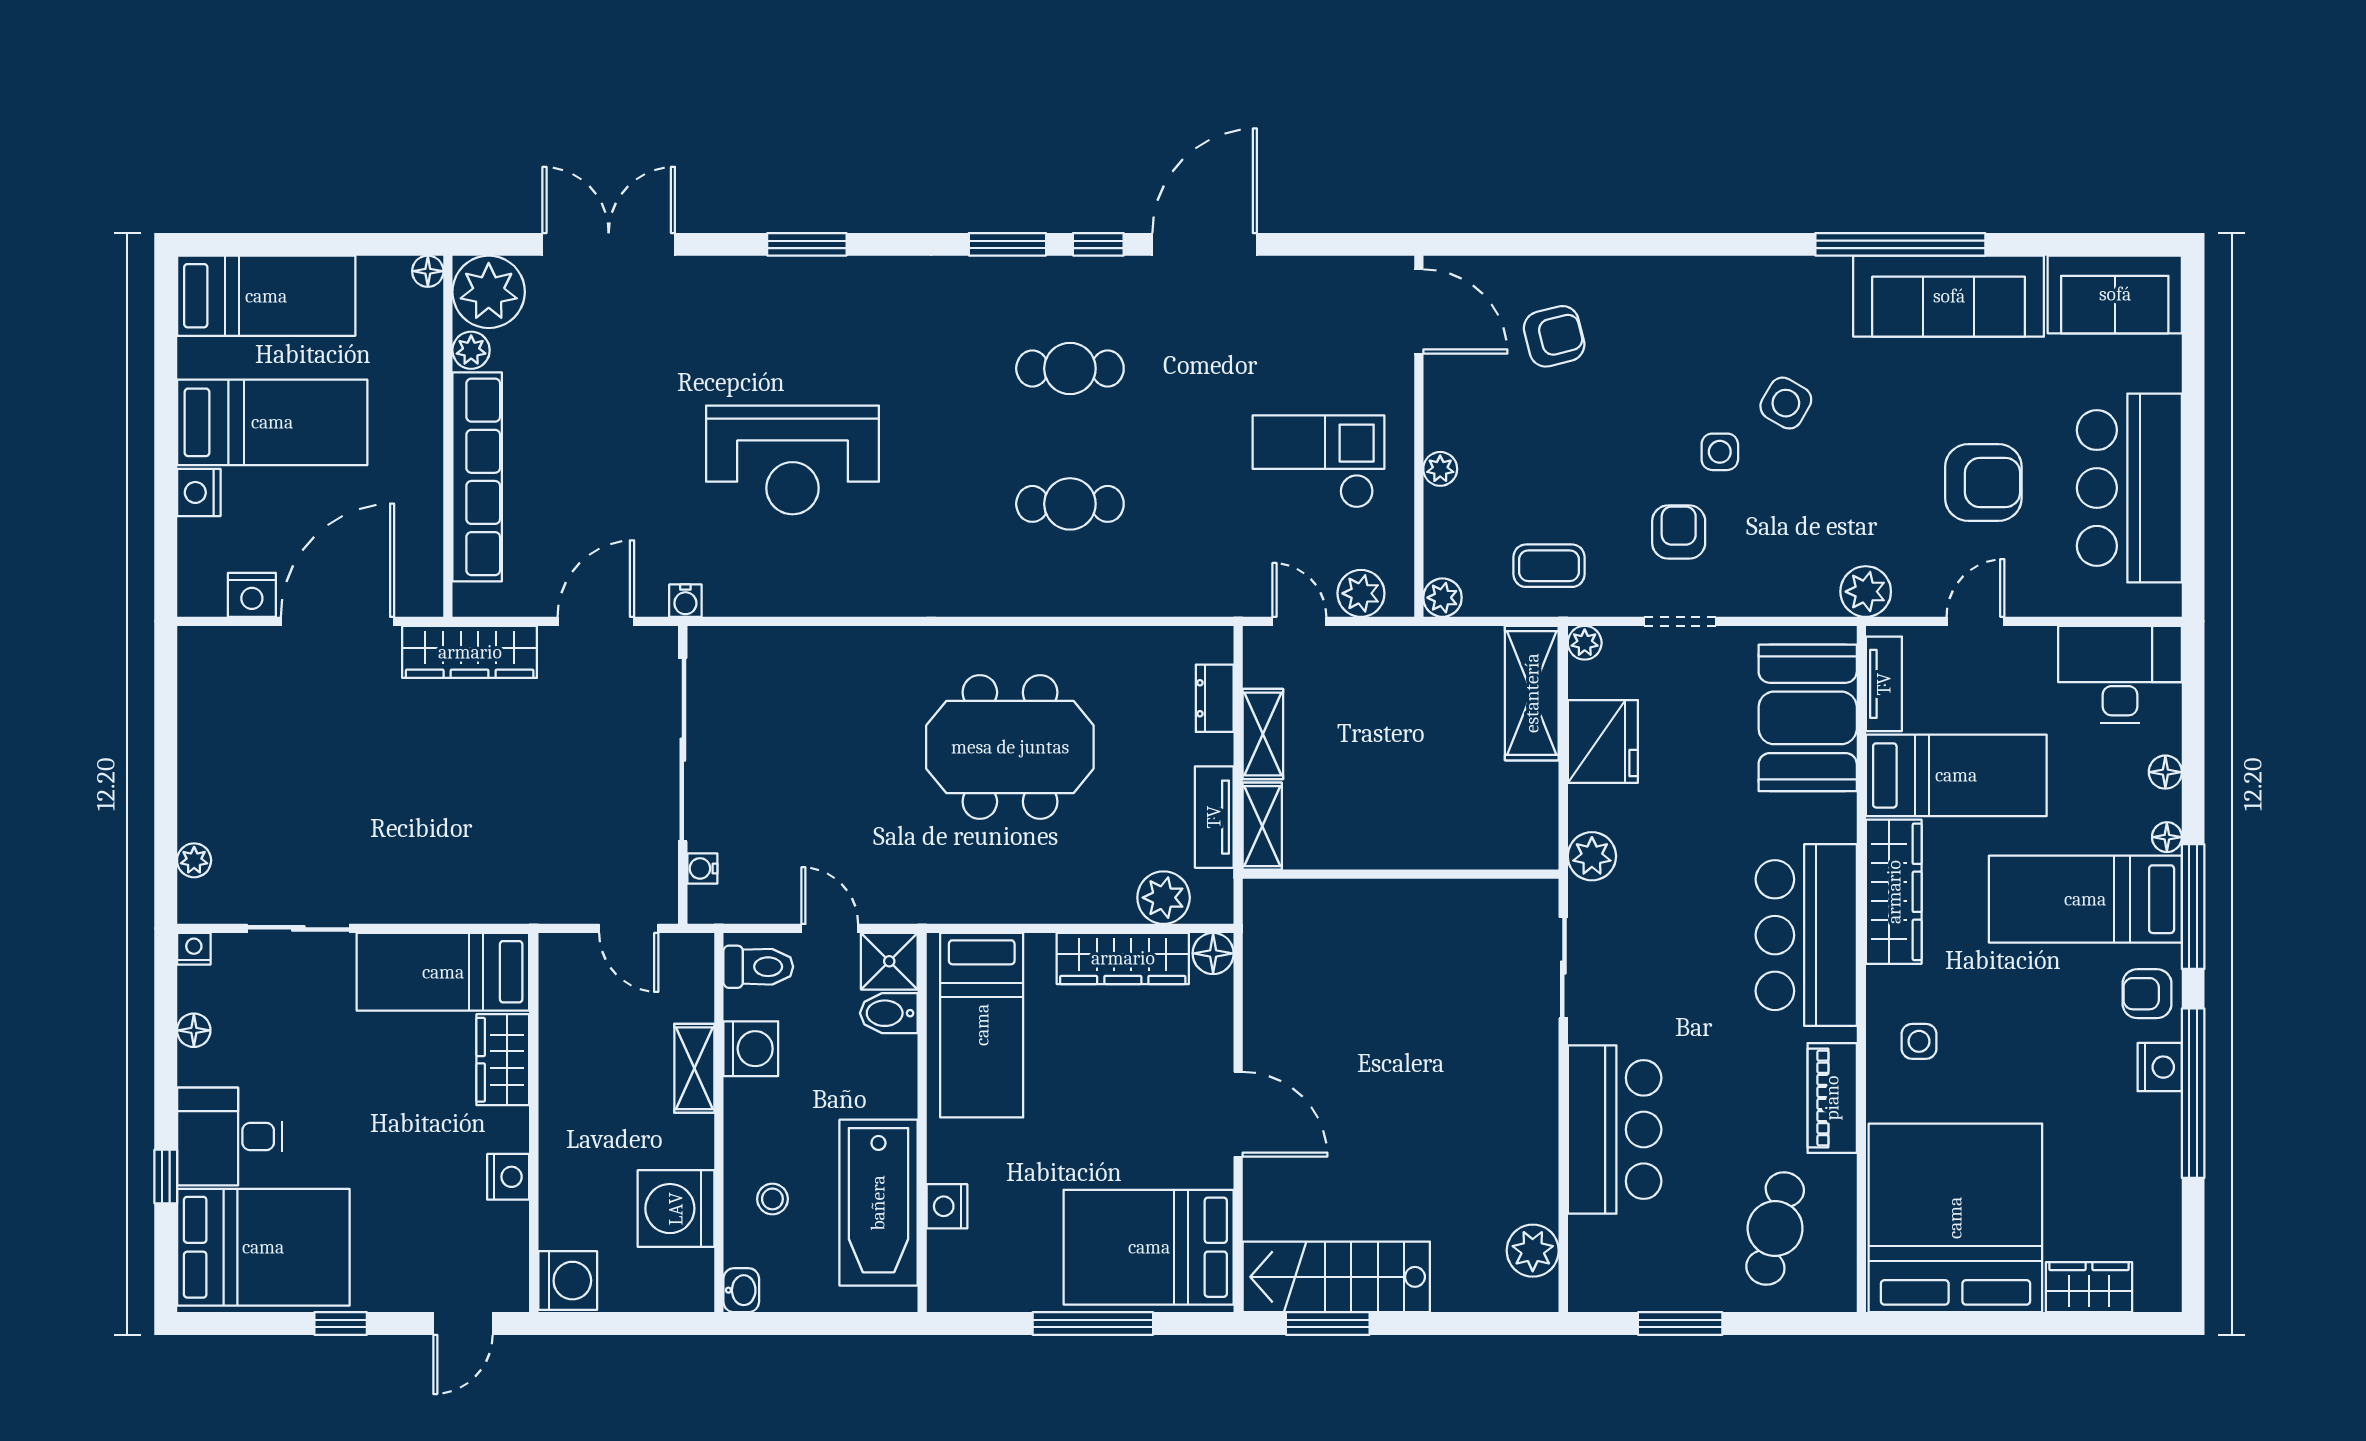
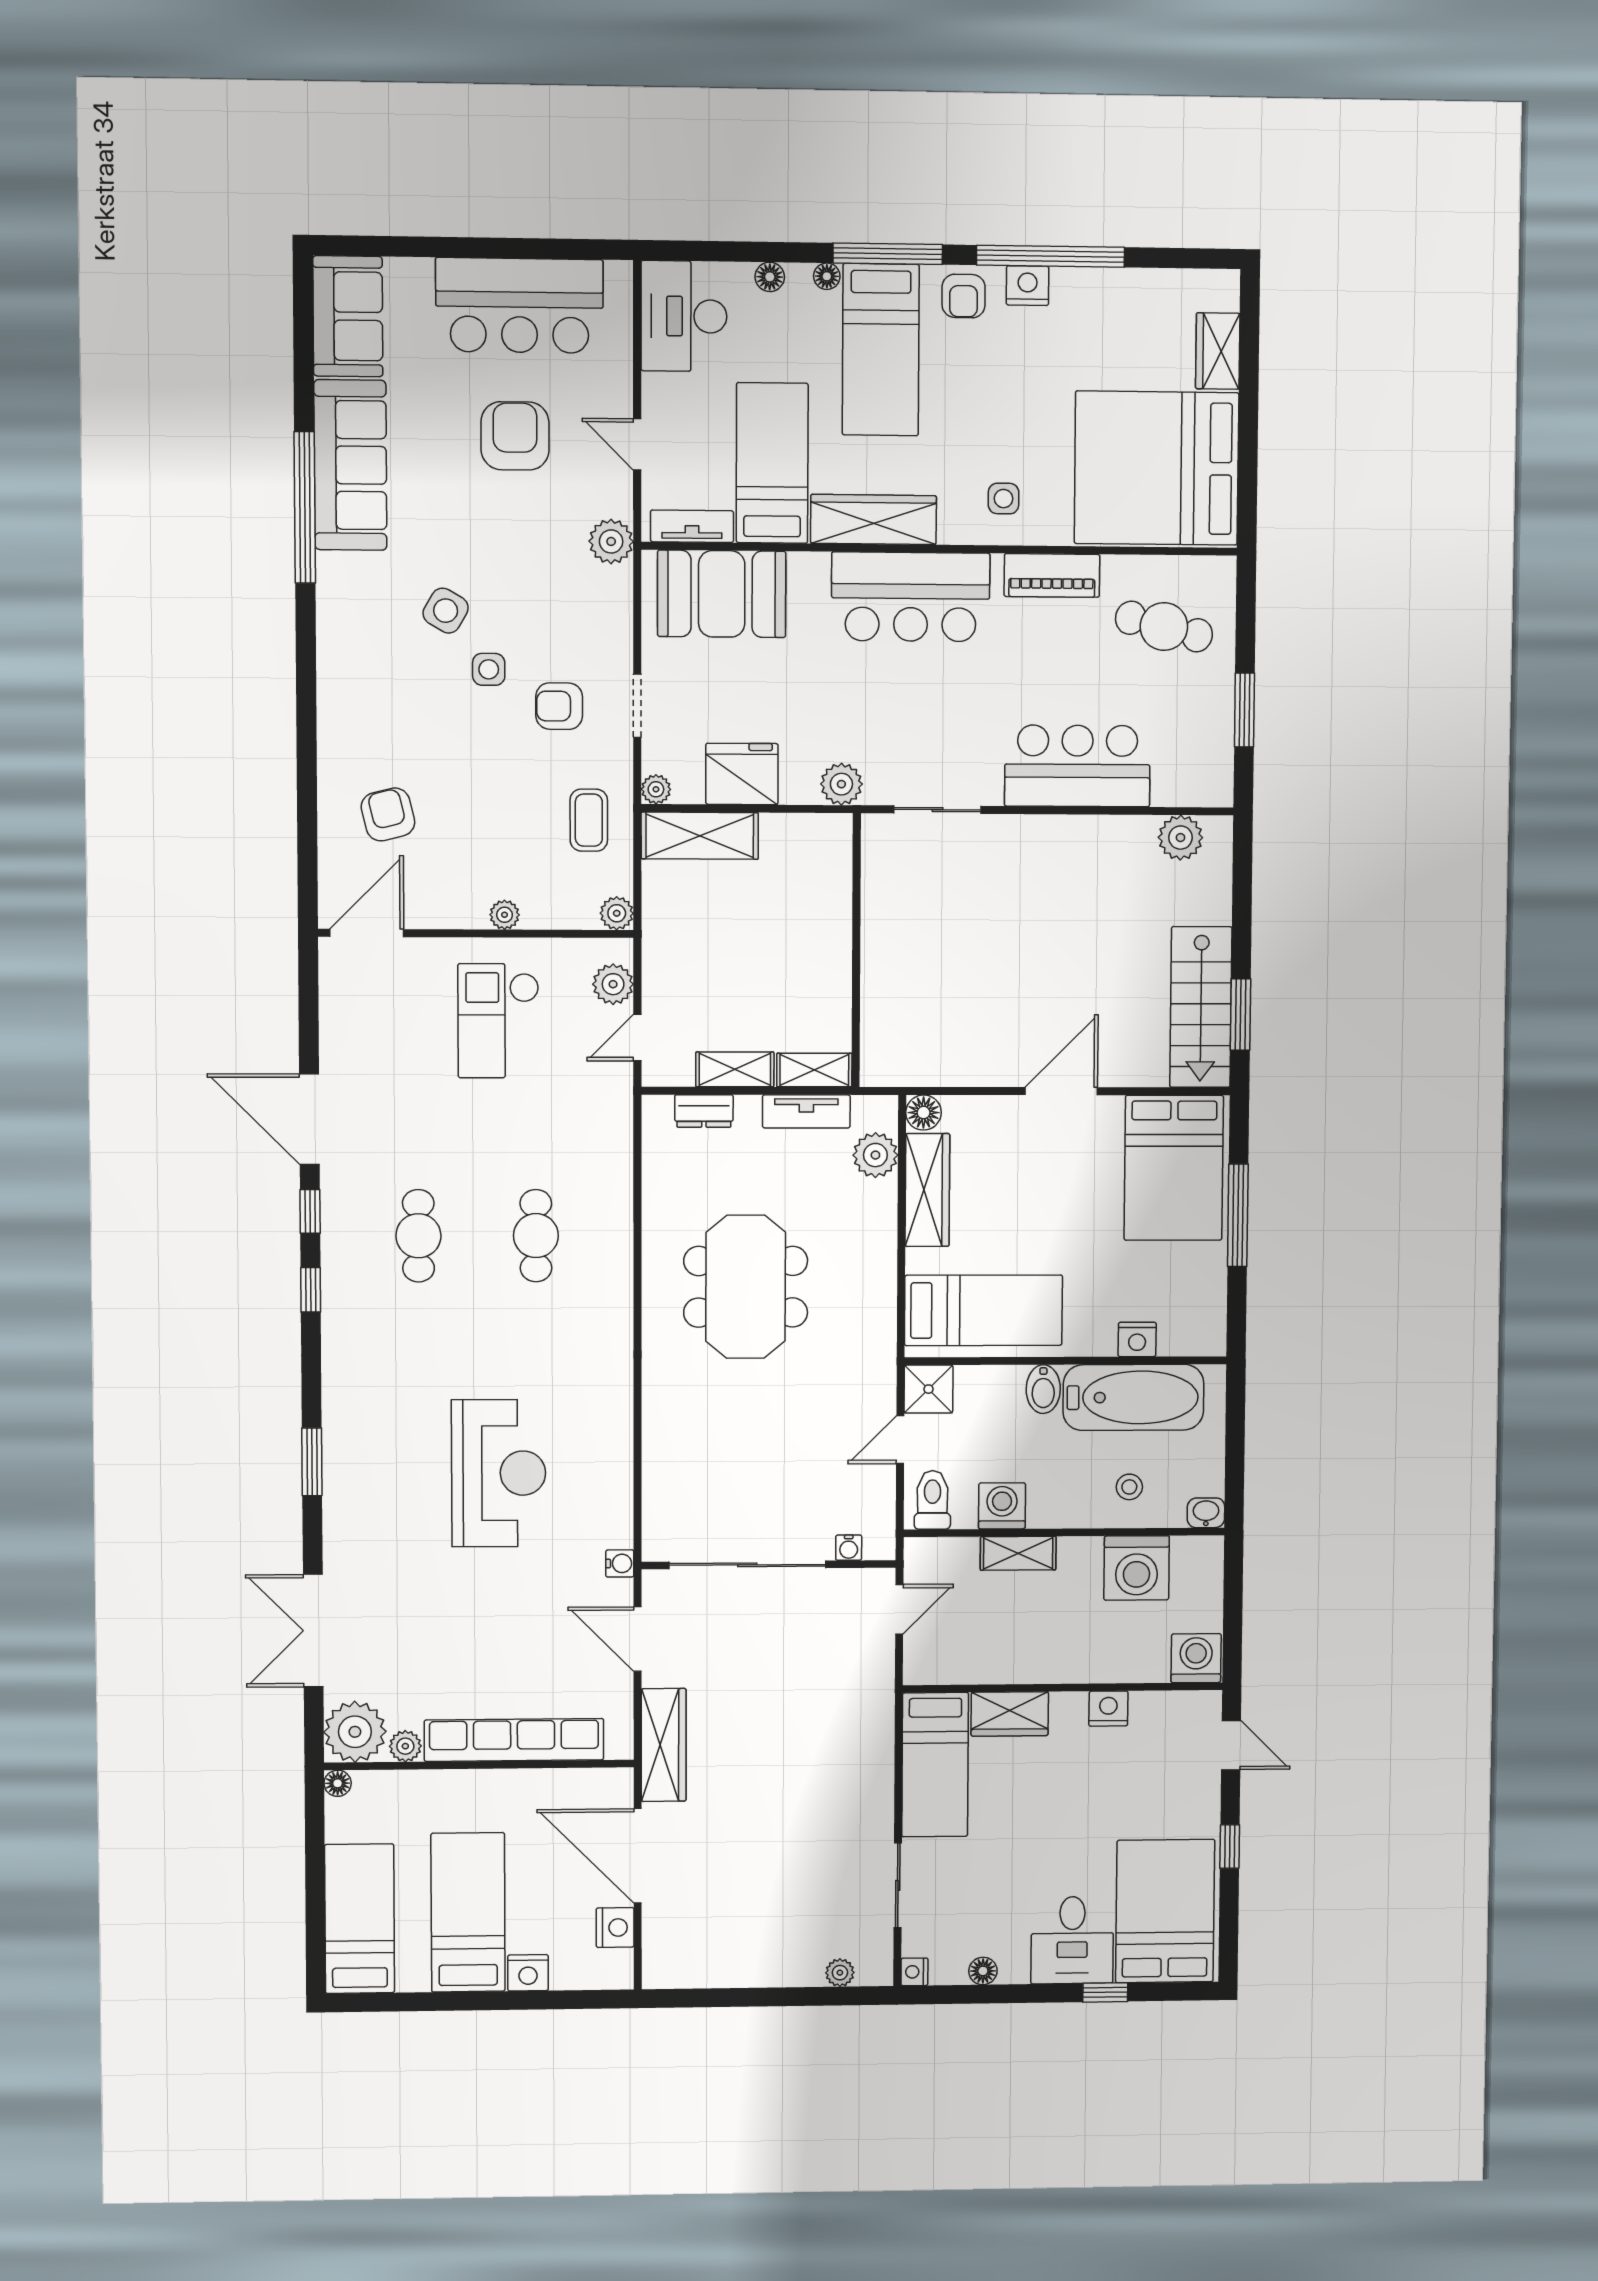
window: (1007, 244) -> (311, 1290), width x0.67
bidet: (889, 1013) -> (1043, 1389), moved

